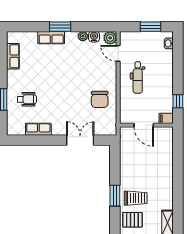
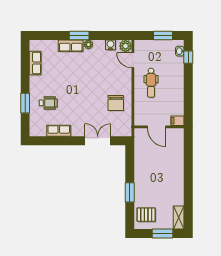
plant: (83, 36) -> (88, 44), moved
window: (178, 101) -> (188, 57), moved
trolley: (136, 198) -> (149, 195), removed

